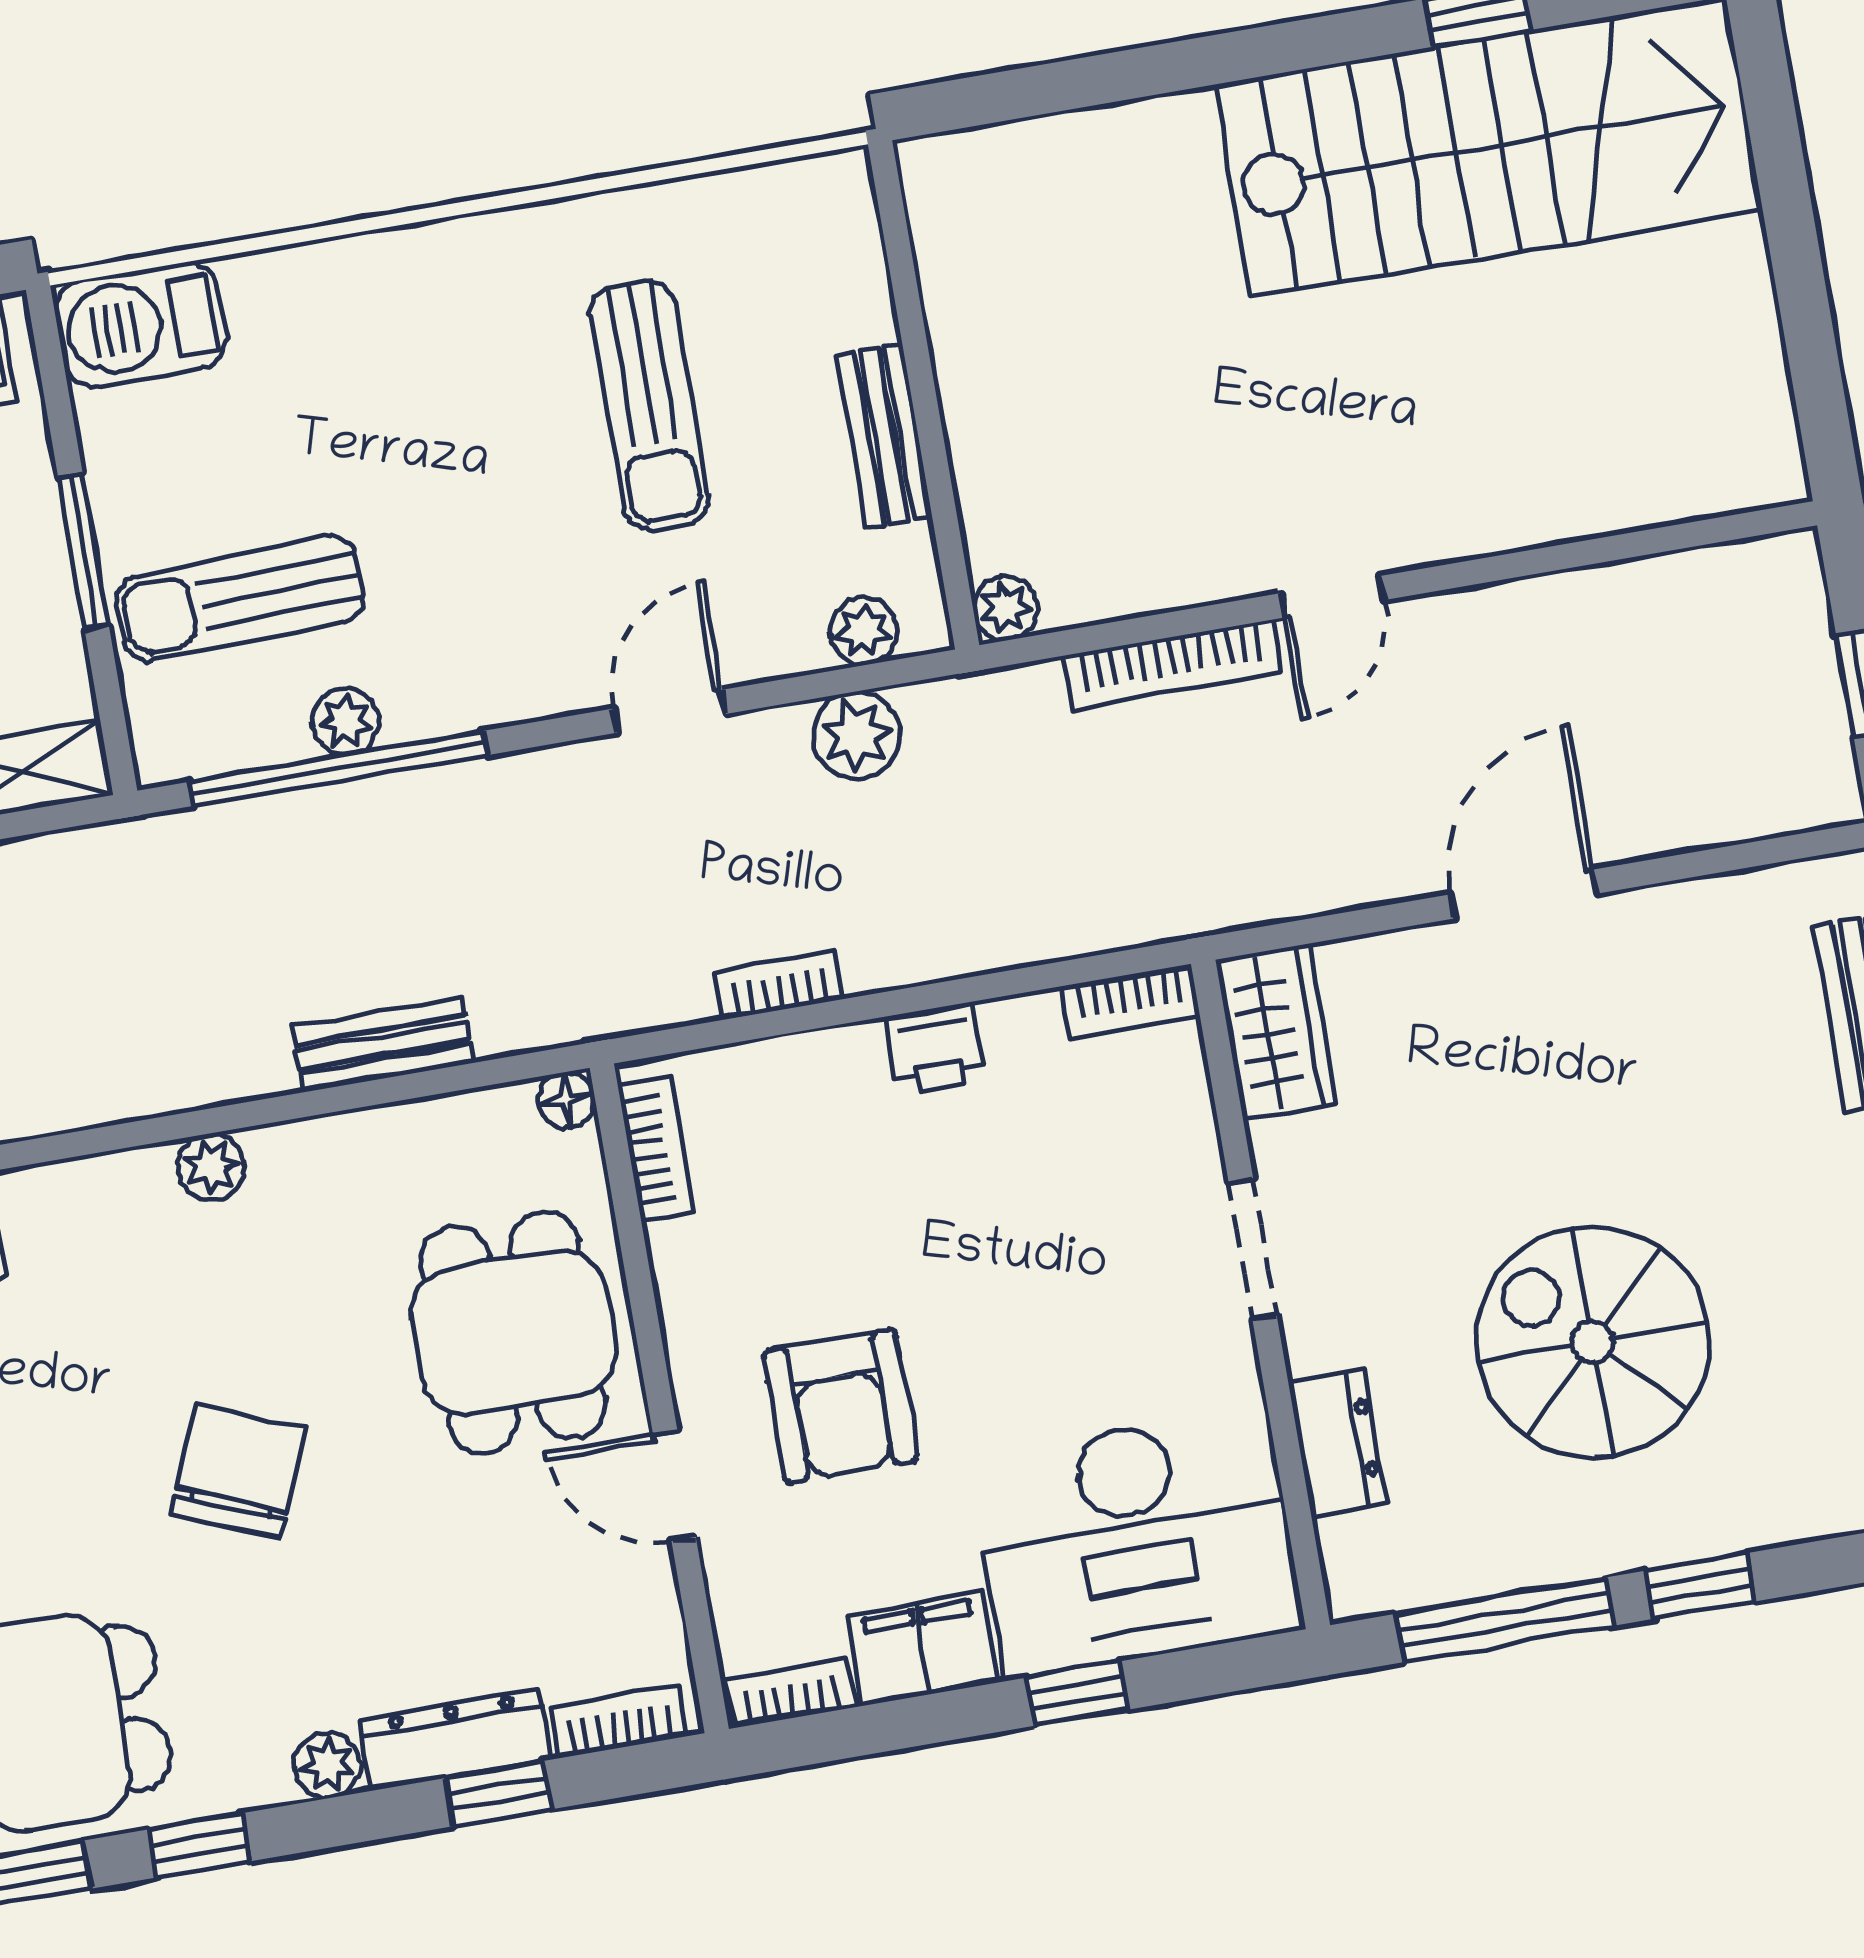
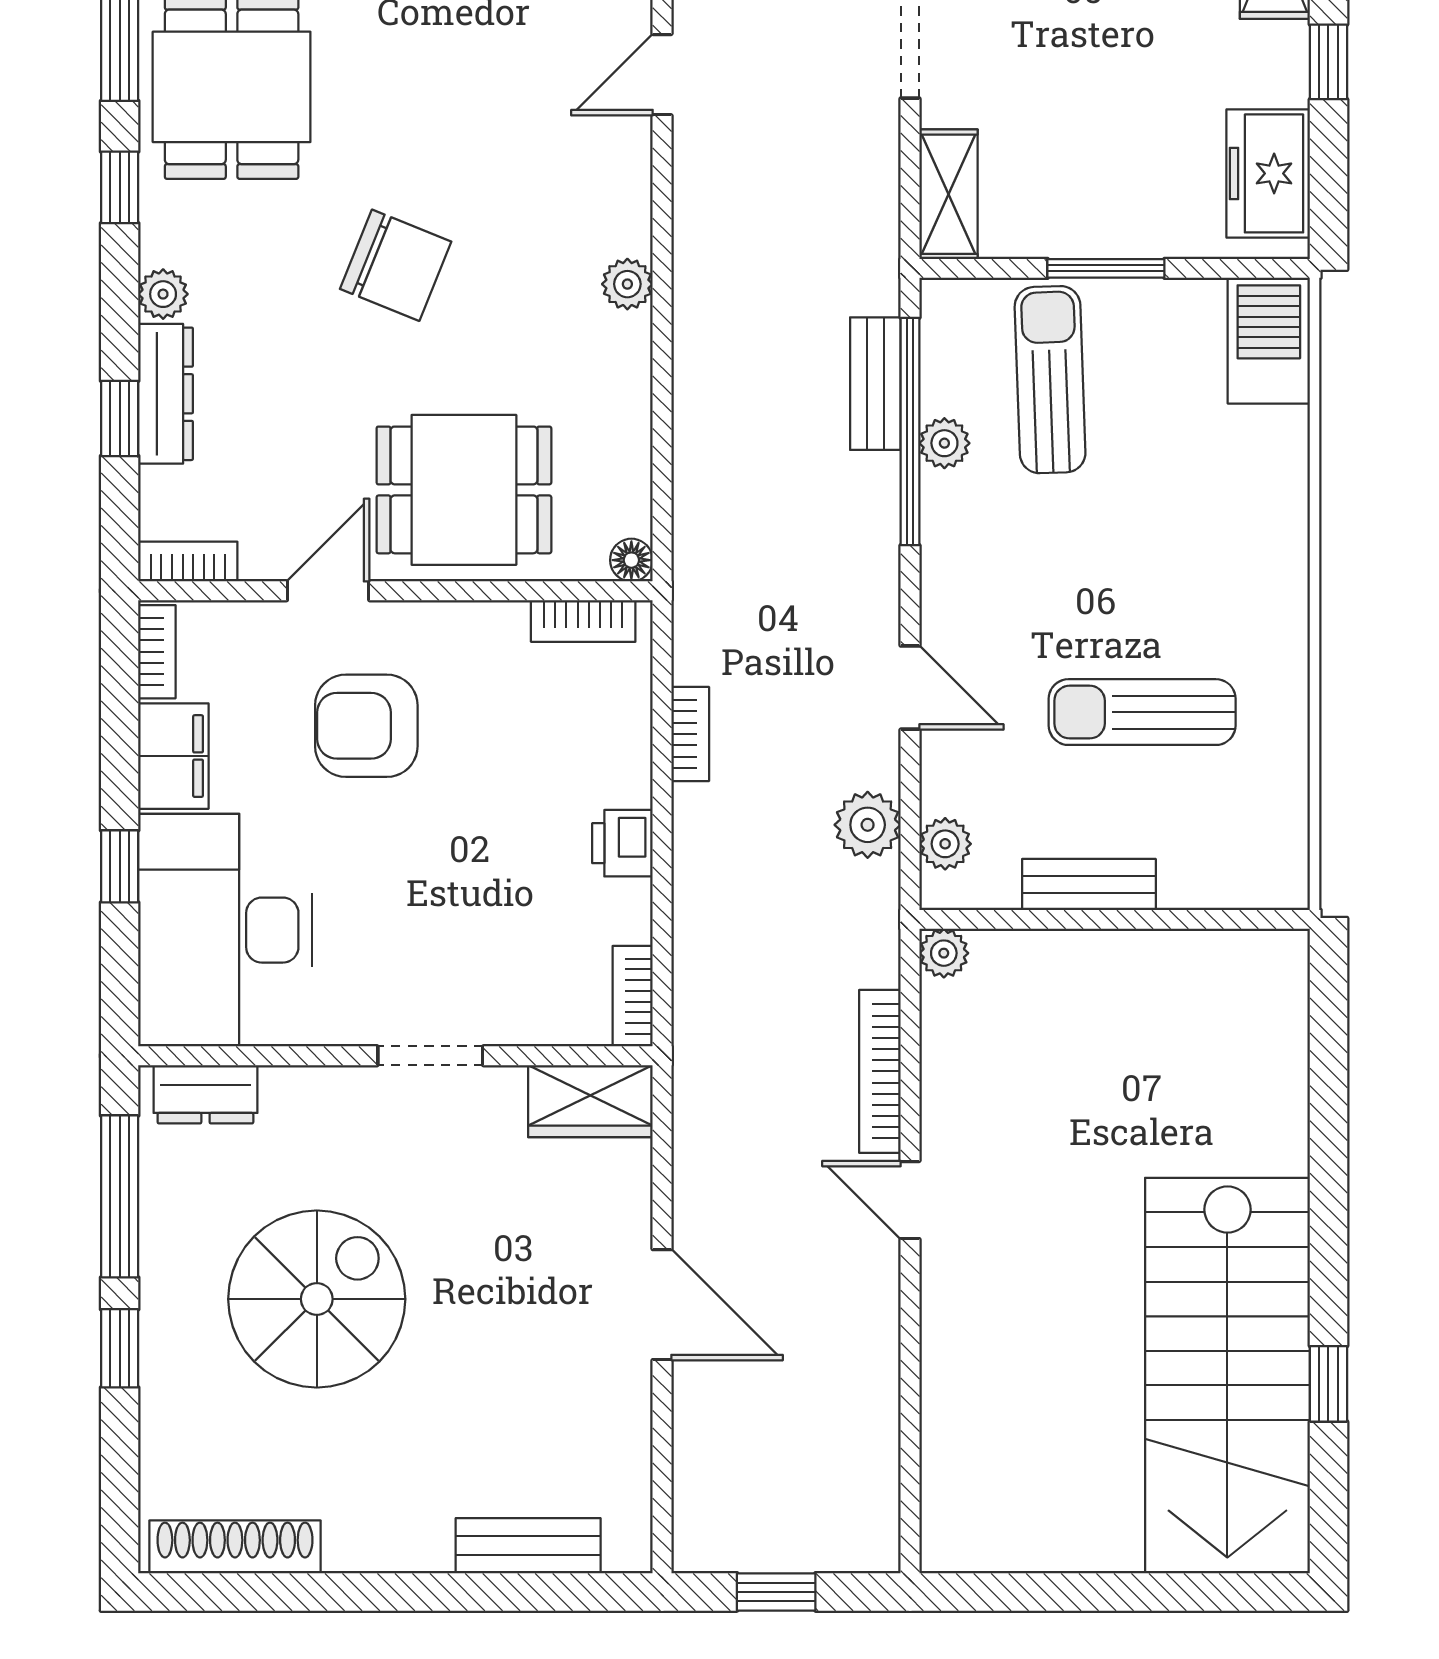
bench: (383, 1045) -> (875, 384), moved
dresser: (1338, 1443) -> (205, 1094), moved
bookcase: (619, 1722) -> (188, 562), moved, turned -90

